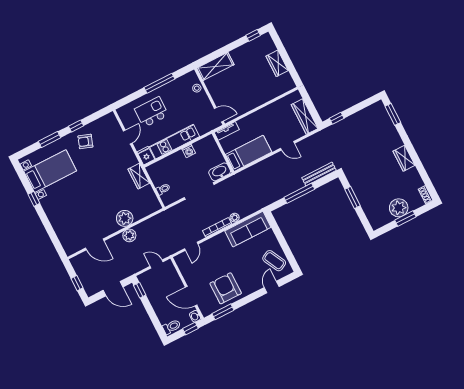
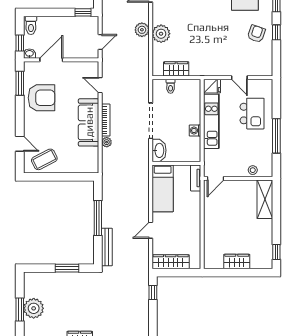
wardrobe: (139, 176) -> (176, 69), moved
sofa: (248, 229) -> (89, 122), moved

